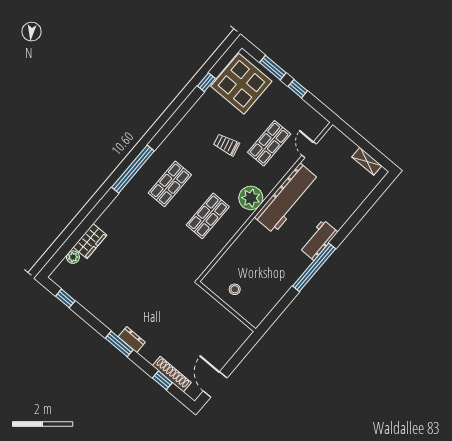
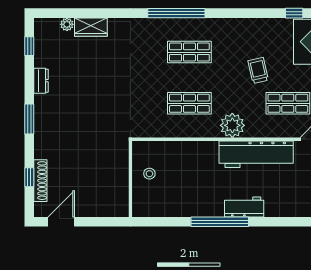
dresser: (132, 339) -> (41, 81), moved

